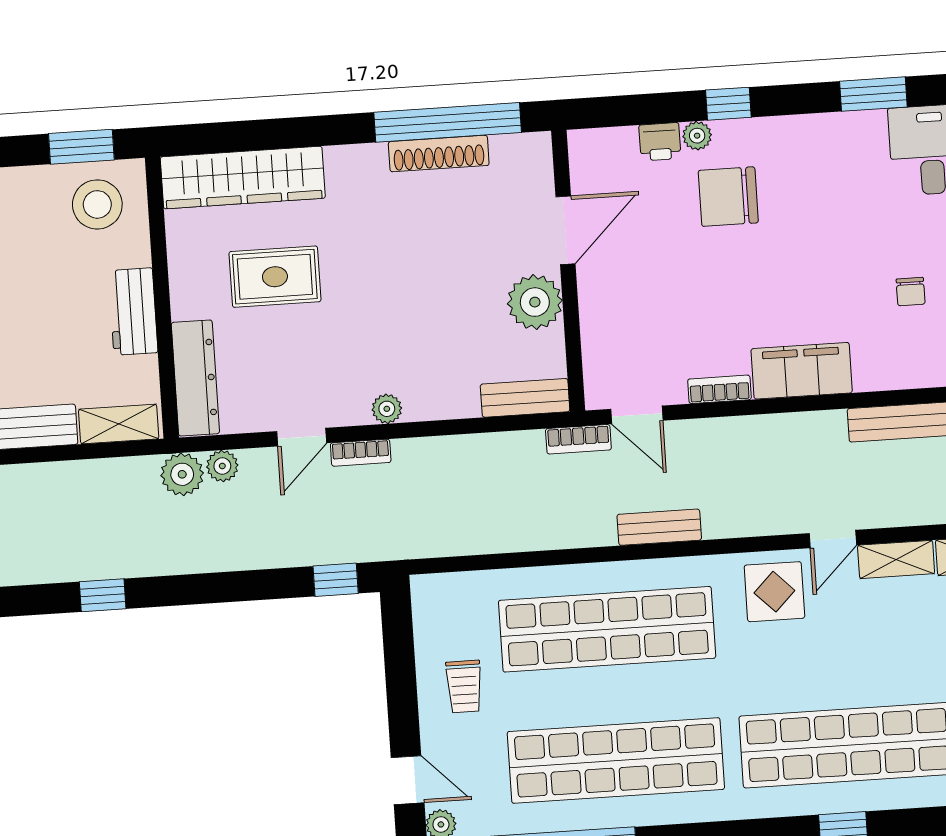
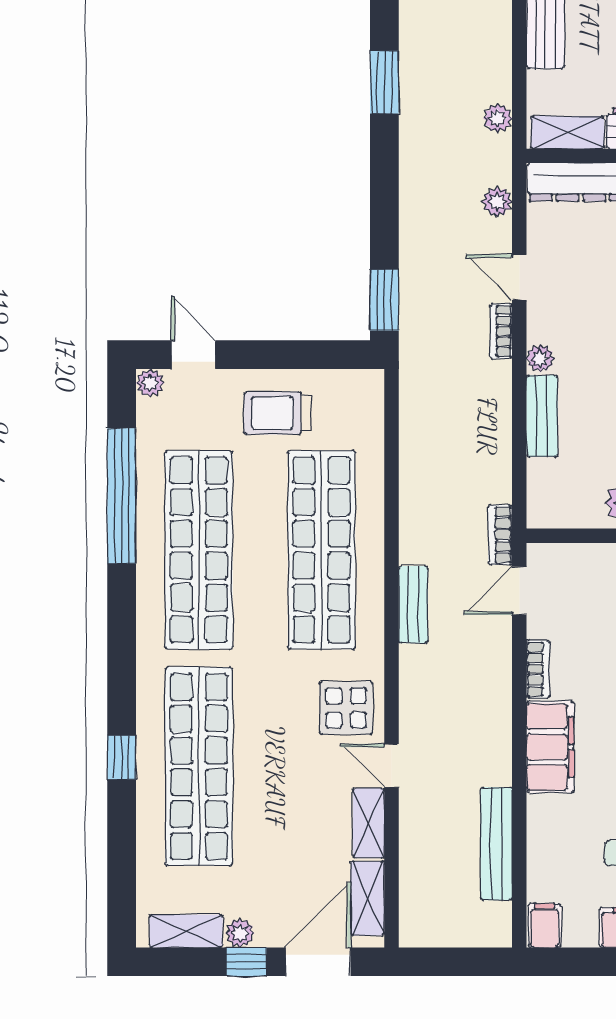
bench: (525, 398) -> (542, 416), moved
shelving: (119, 424) -> (567, 132), moved, turned 90
plant: (182, 474) -> (498, 118), moved, width x0.73, depth x0.73
window: (336, 580) -> (384, 300), width x1.50
window: (103, 595) -> (384, 82), width x1.50
trolley: (464, 686) -> (277, 413), width x1.36, depth x1.39
door: (408, 780) -> (193, 355), swing flipped

